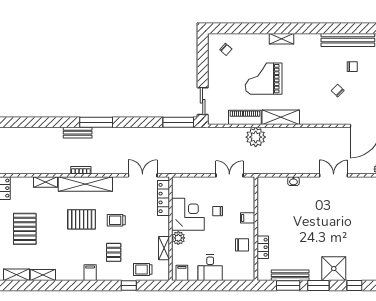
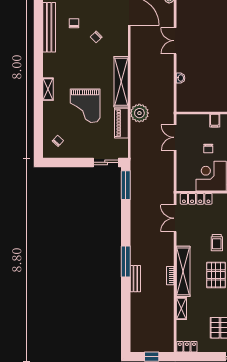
shelving: (281, 117) -> (121, 82), width x1.47

